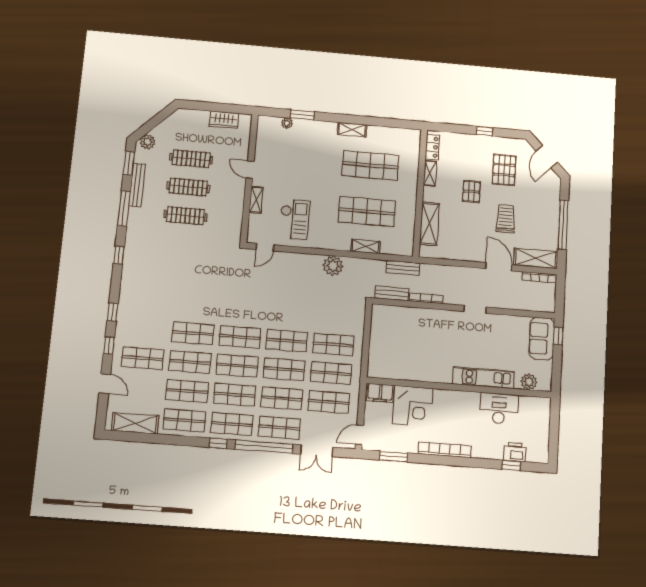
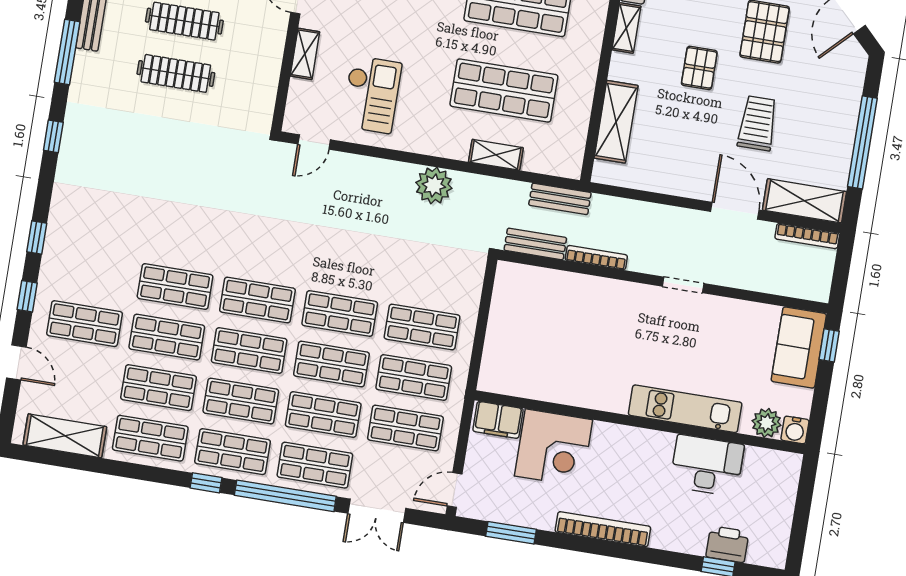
water cooler: (545, 384) -> (795, 430), added

